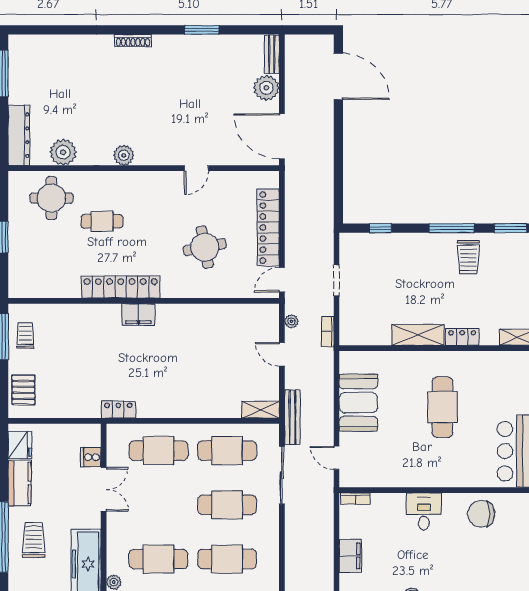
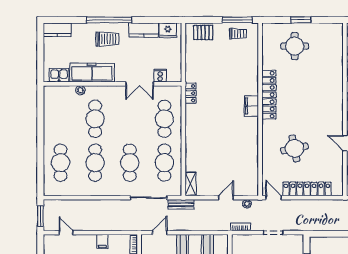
round table: (51, 198) -> (295, 46), moved
cafe table: (102, 221) -> (311, 83), removed
bench: (292, 417) -> (181, 204), width x0.73
filing cabinet: (350, 556) -> (102, 241), width x0.50

